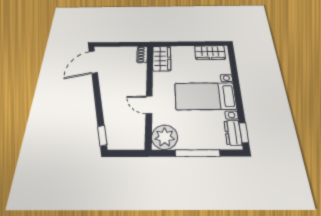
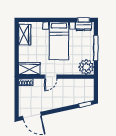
door: (149, 105) -> (51, 77), moved

